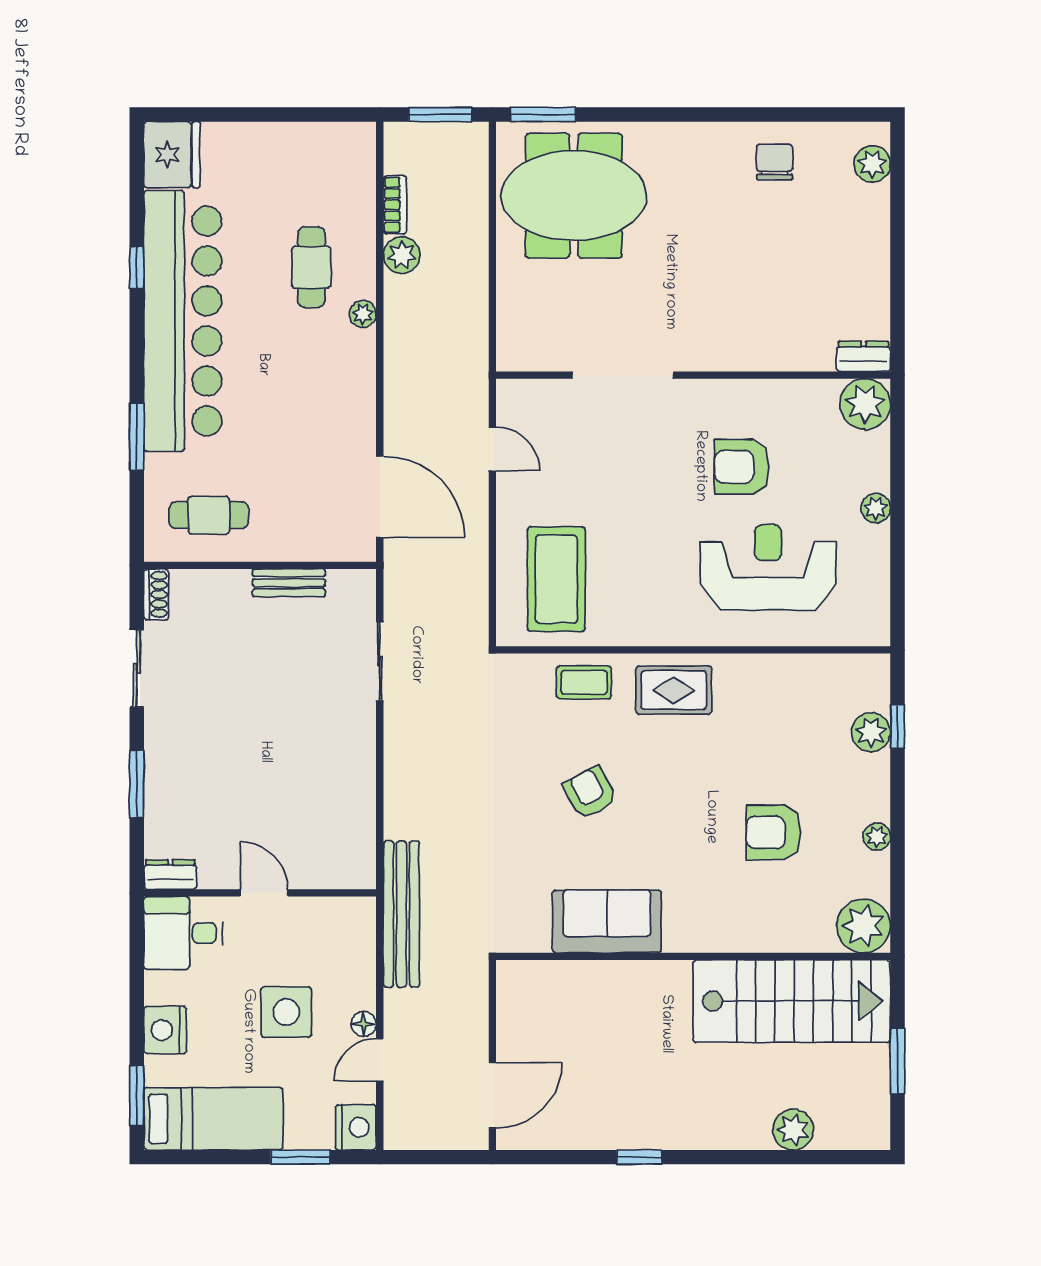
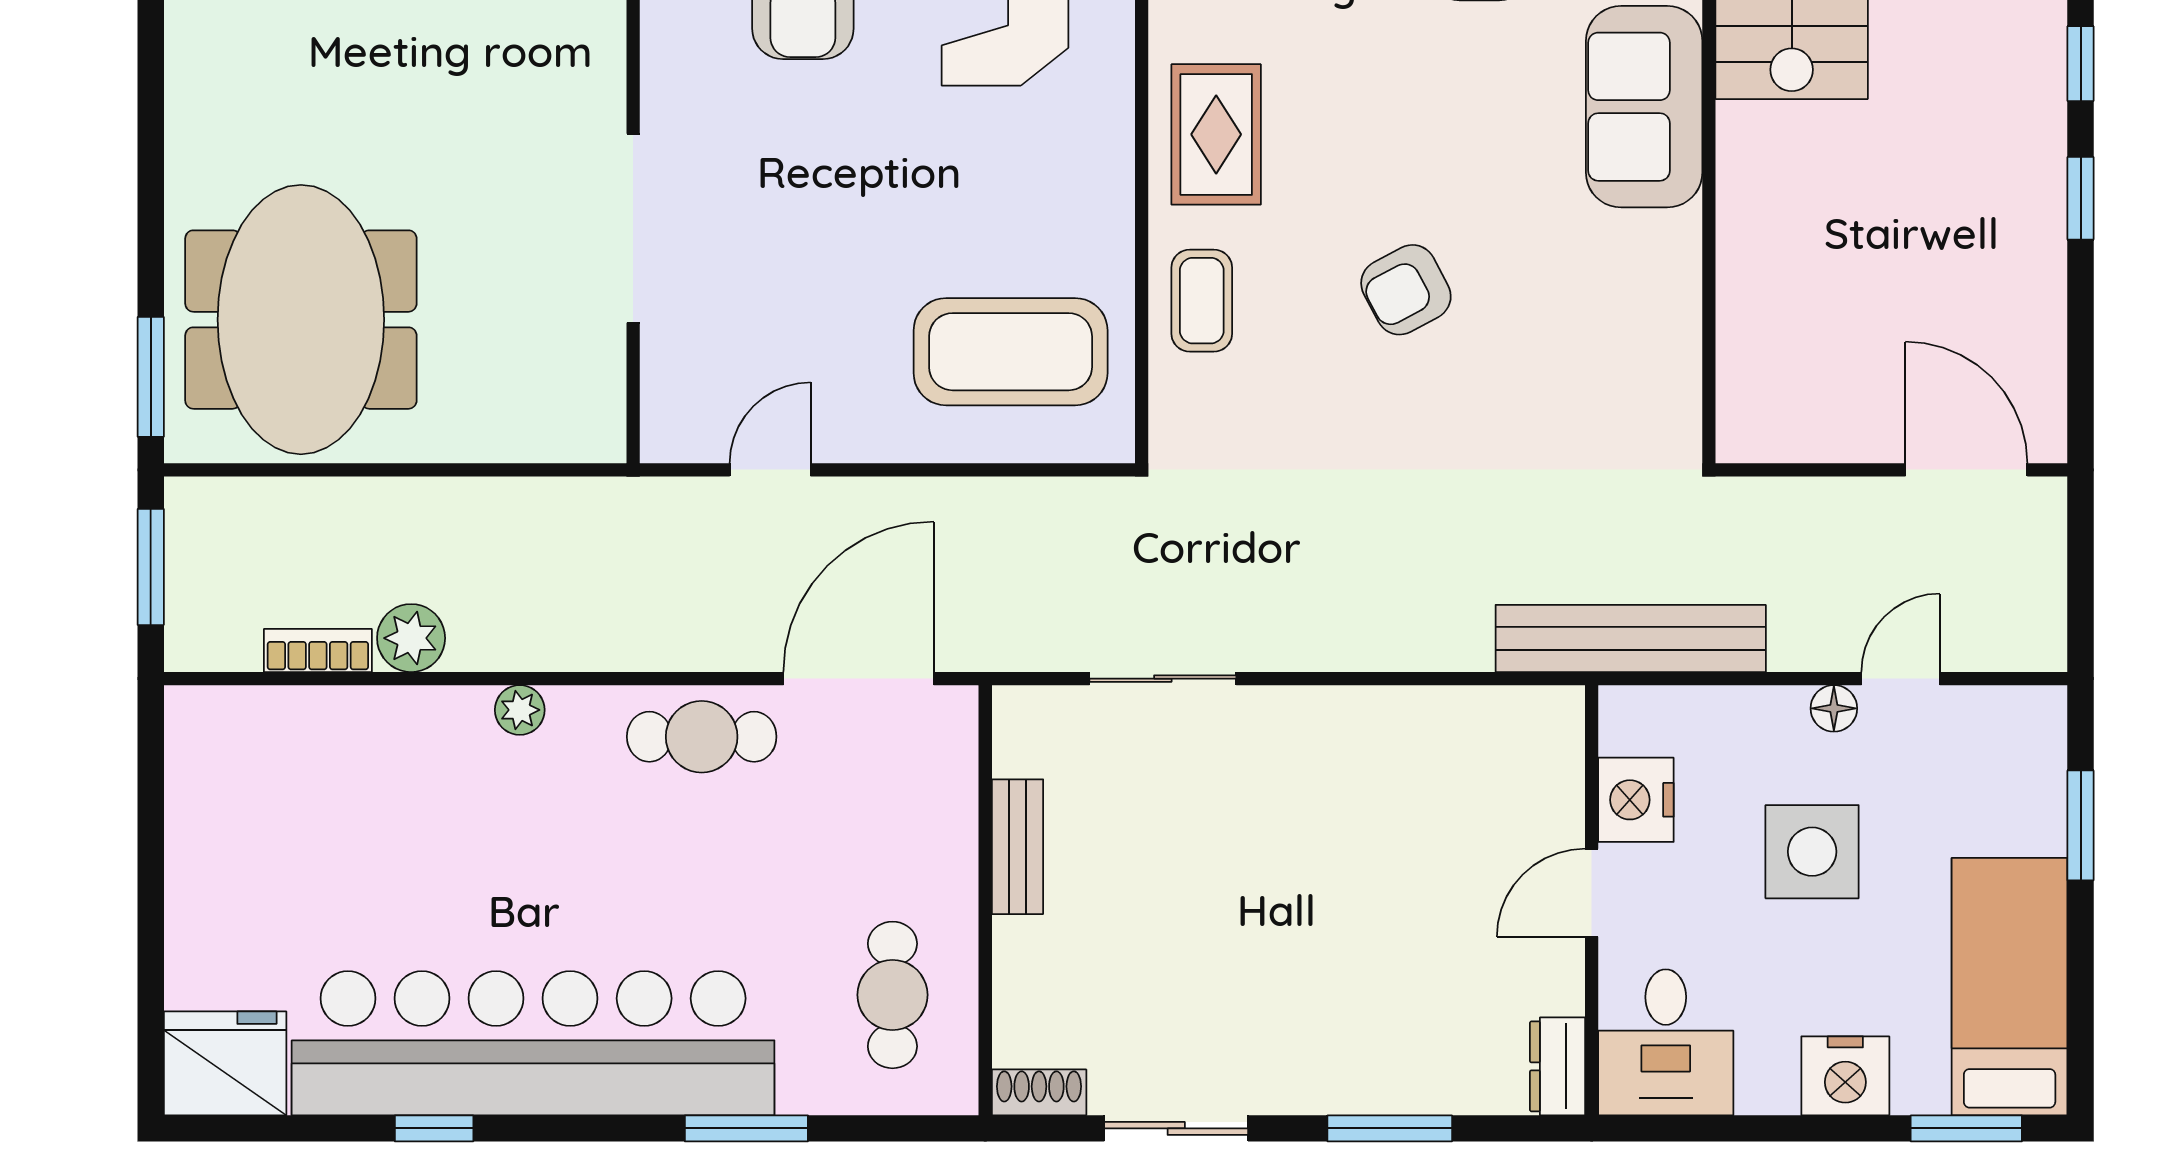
cafe table: (311, 267) -> (702, 737), moved
sofa: (607, 921) -> (1644, 107), moved
door: (380, 1060) -> (1901, 679), swing flipped
nightstand: (356, 1127) -> (1636, 800), moved, turned -90
window: (712, 1157) -> (2081, 64), added

